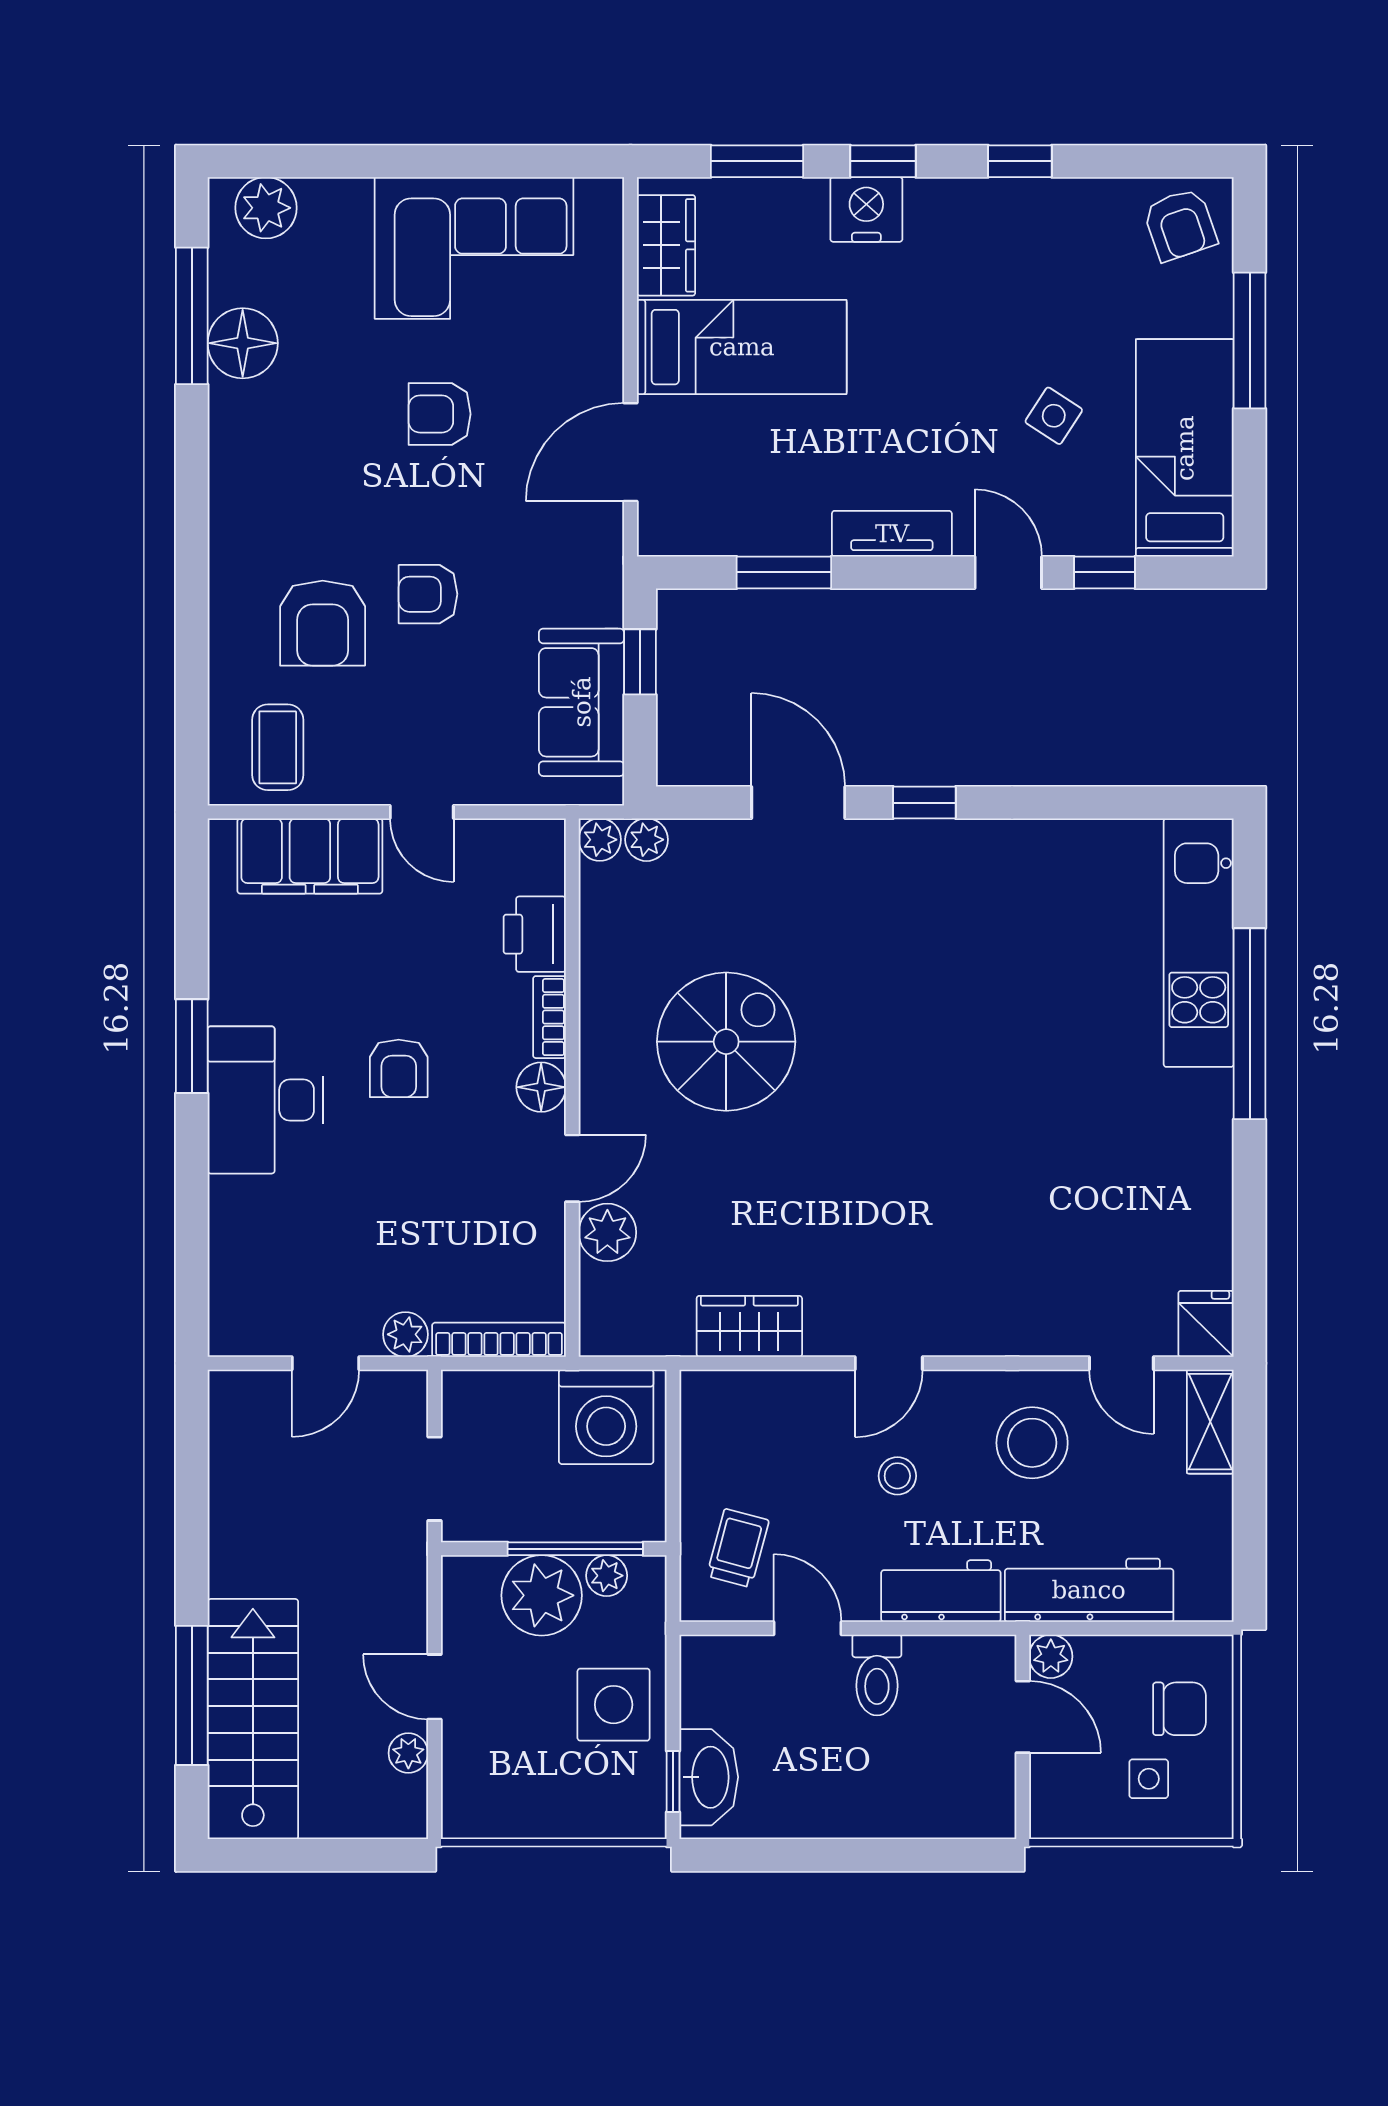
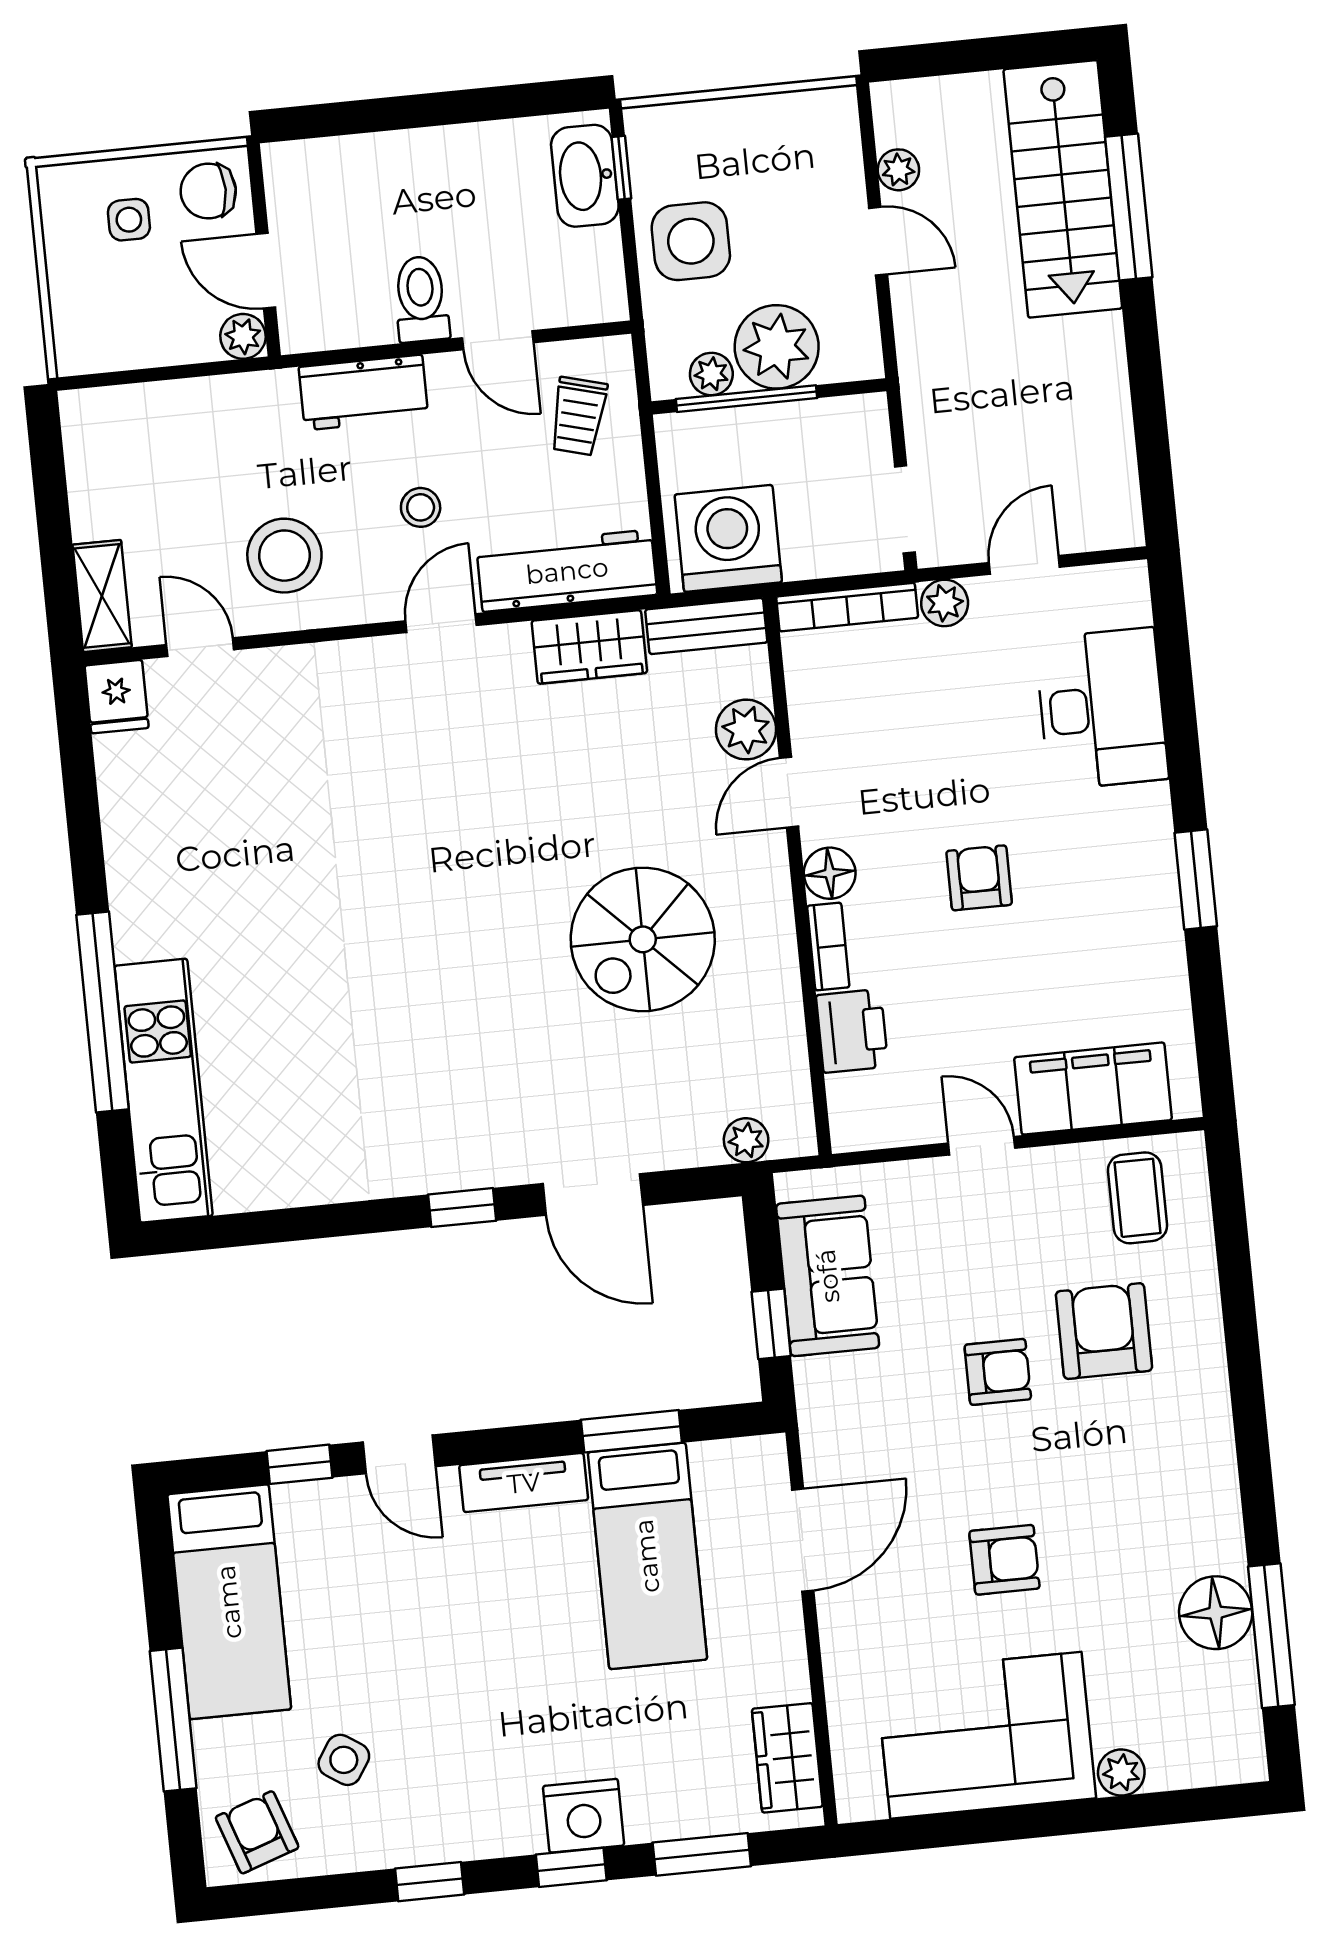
plant: (266, 208) -> (1121, 1773), moved, width x0.73, depth x0.73
bed: (742, 347) -> (647, 1556), moved, turned -90
side table: (1054, 416) -> (344, 1760), moved
plant: (600, 840) -> (794, 1136), removed
desk: (265, 1100) -> (1102, 709), moved
bench: (635, 1335) -> (706, 626), added
doorway: (434, 1479) -> (905, 509), moved
workbench: (1089, 1590) -> (567, 571), moved, turned 180
chair: (1179, 1709) -> (208, 191), moved

